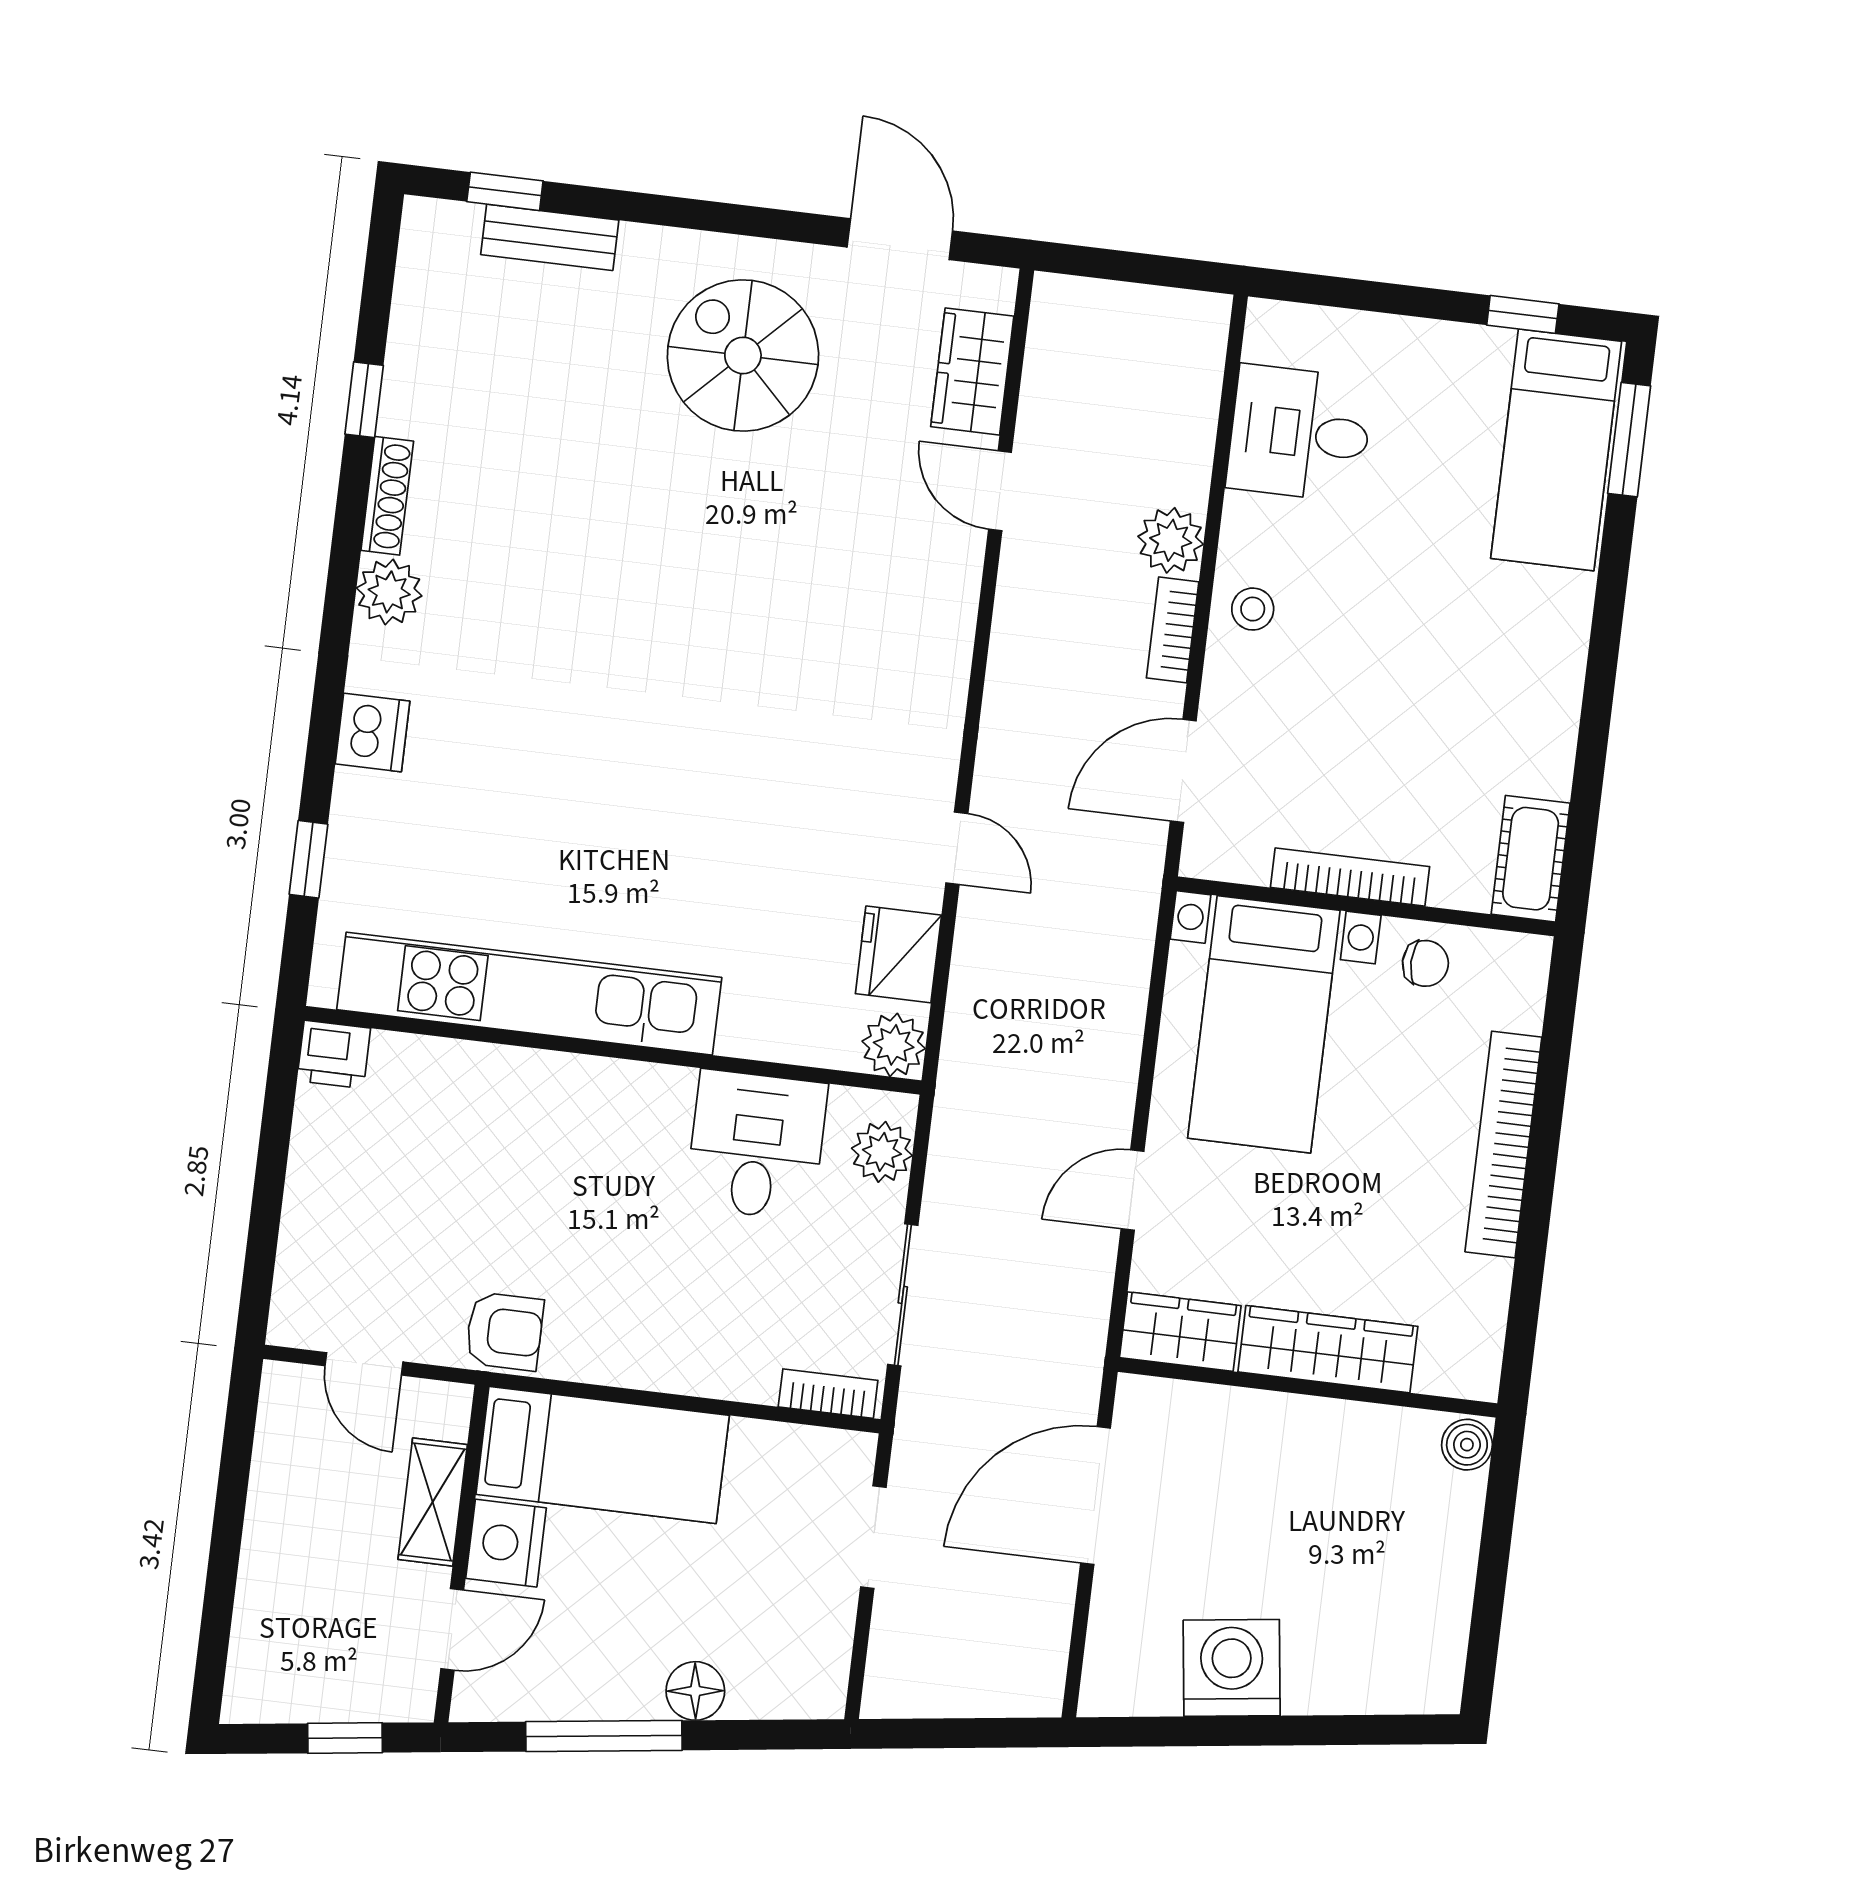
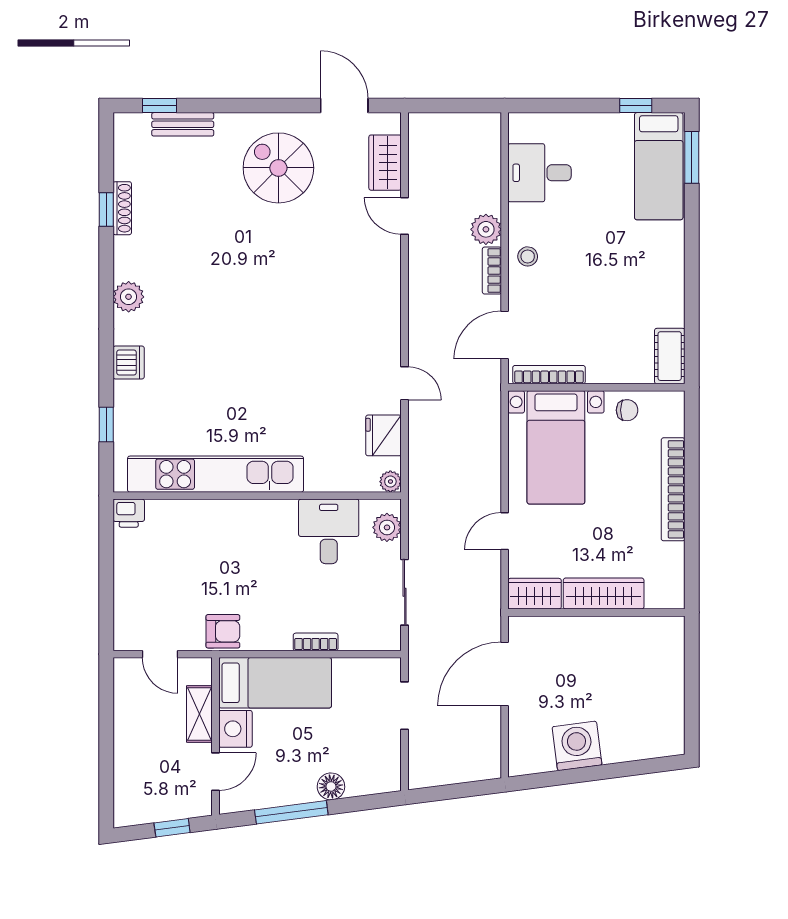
shoe rack: (387, 496) -> (122, 208), moved
bookcase: (1350, 877) -> (549, 375), moved
plant: (894, 1045) -> (390, 482), width x0.73, depth x0.73
bookcase: (828, 1394) -> (316, 642), moved
boiler: (1467, 1445) -> (673, 630), removed

